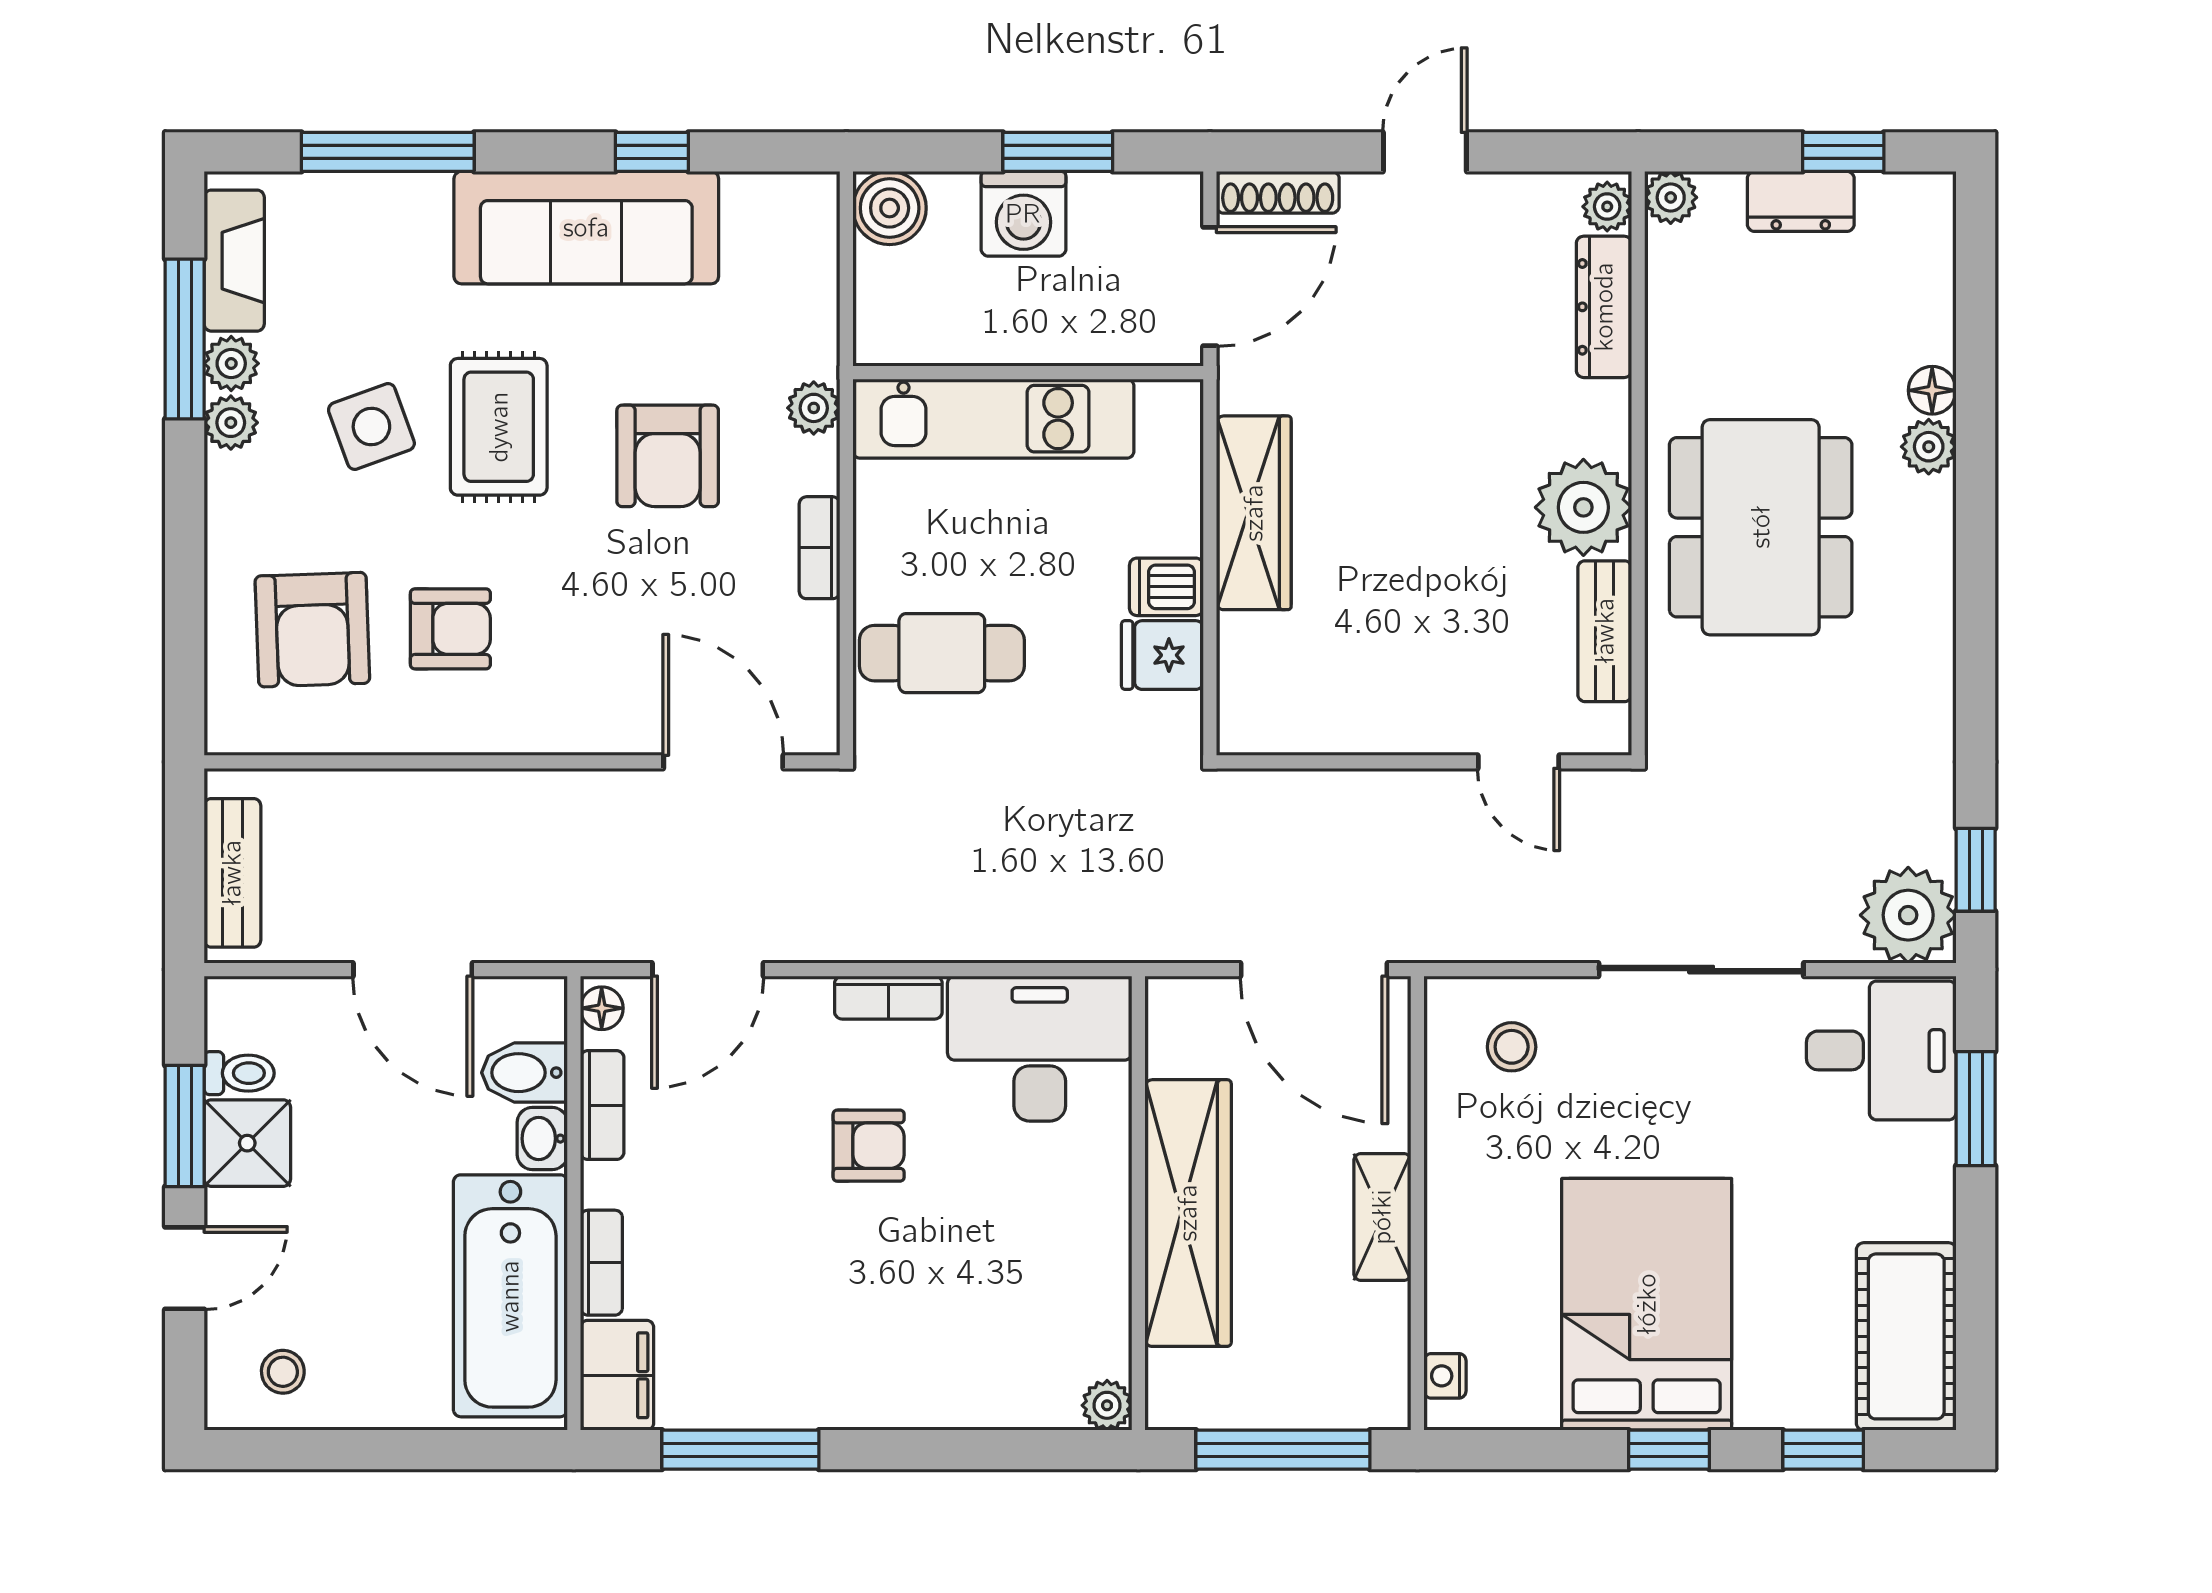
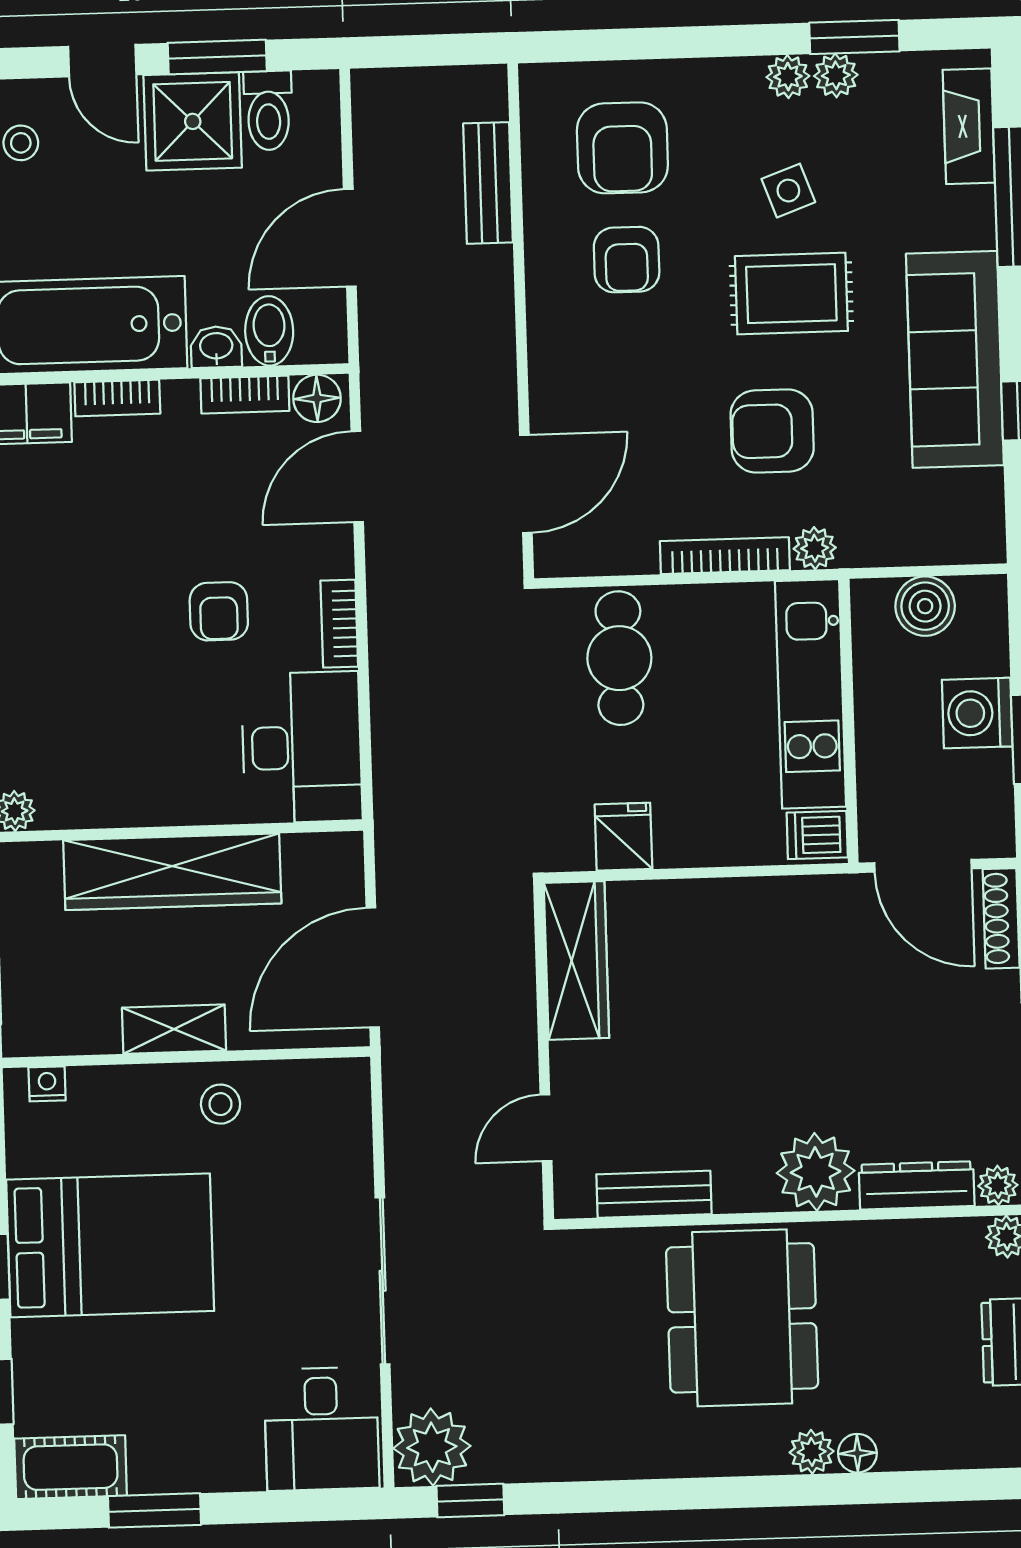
boiler: (890, 208) -> (925, 606), moved
fireplace: (234, 261) -> (969, 126), moved, turned 90
window: (185, 339) -> (854, 37), width x0.69
side table: (371, 426) -> (788, 191), width x0.73, depth x0.73
plant: (1583, 507) -> (816, 1172), moved
wardrobe: (1254, 513) -> (576, 960), moved, turned -90
dining table: (1761, 527) -> (742, 1318), turned 90
bookcase: (820, 548) -> (725, 556), width x1.56
dishwasher: (1166, 587) -> (817, 835), moved, turned -90
armchair: (312, 630) -> (622, 148), turned -88
bench: (232, 873) -> (488, 183), moved, turned 90
door: (708, 970) -> (357, 477), hinge flipped
floor lamp: (602, 1008) -> (317, 398), width x1.37, depth x1.37
stool: (1512, 1047) -> (220, 1104), moved
toilet: (239, 1073) -> (268, 111), width x1.37, depth x1.39
window: (1976, 1109) -> (155, 1510), moved
shower: (247, 1143) -> (193, 121), width x1.36, depth x1.36
cot: (1906, 1336) -> (71, 1467), width x0.73, depth x0.75

